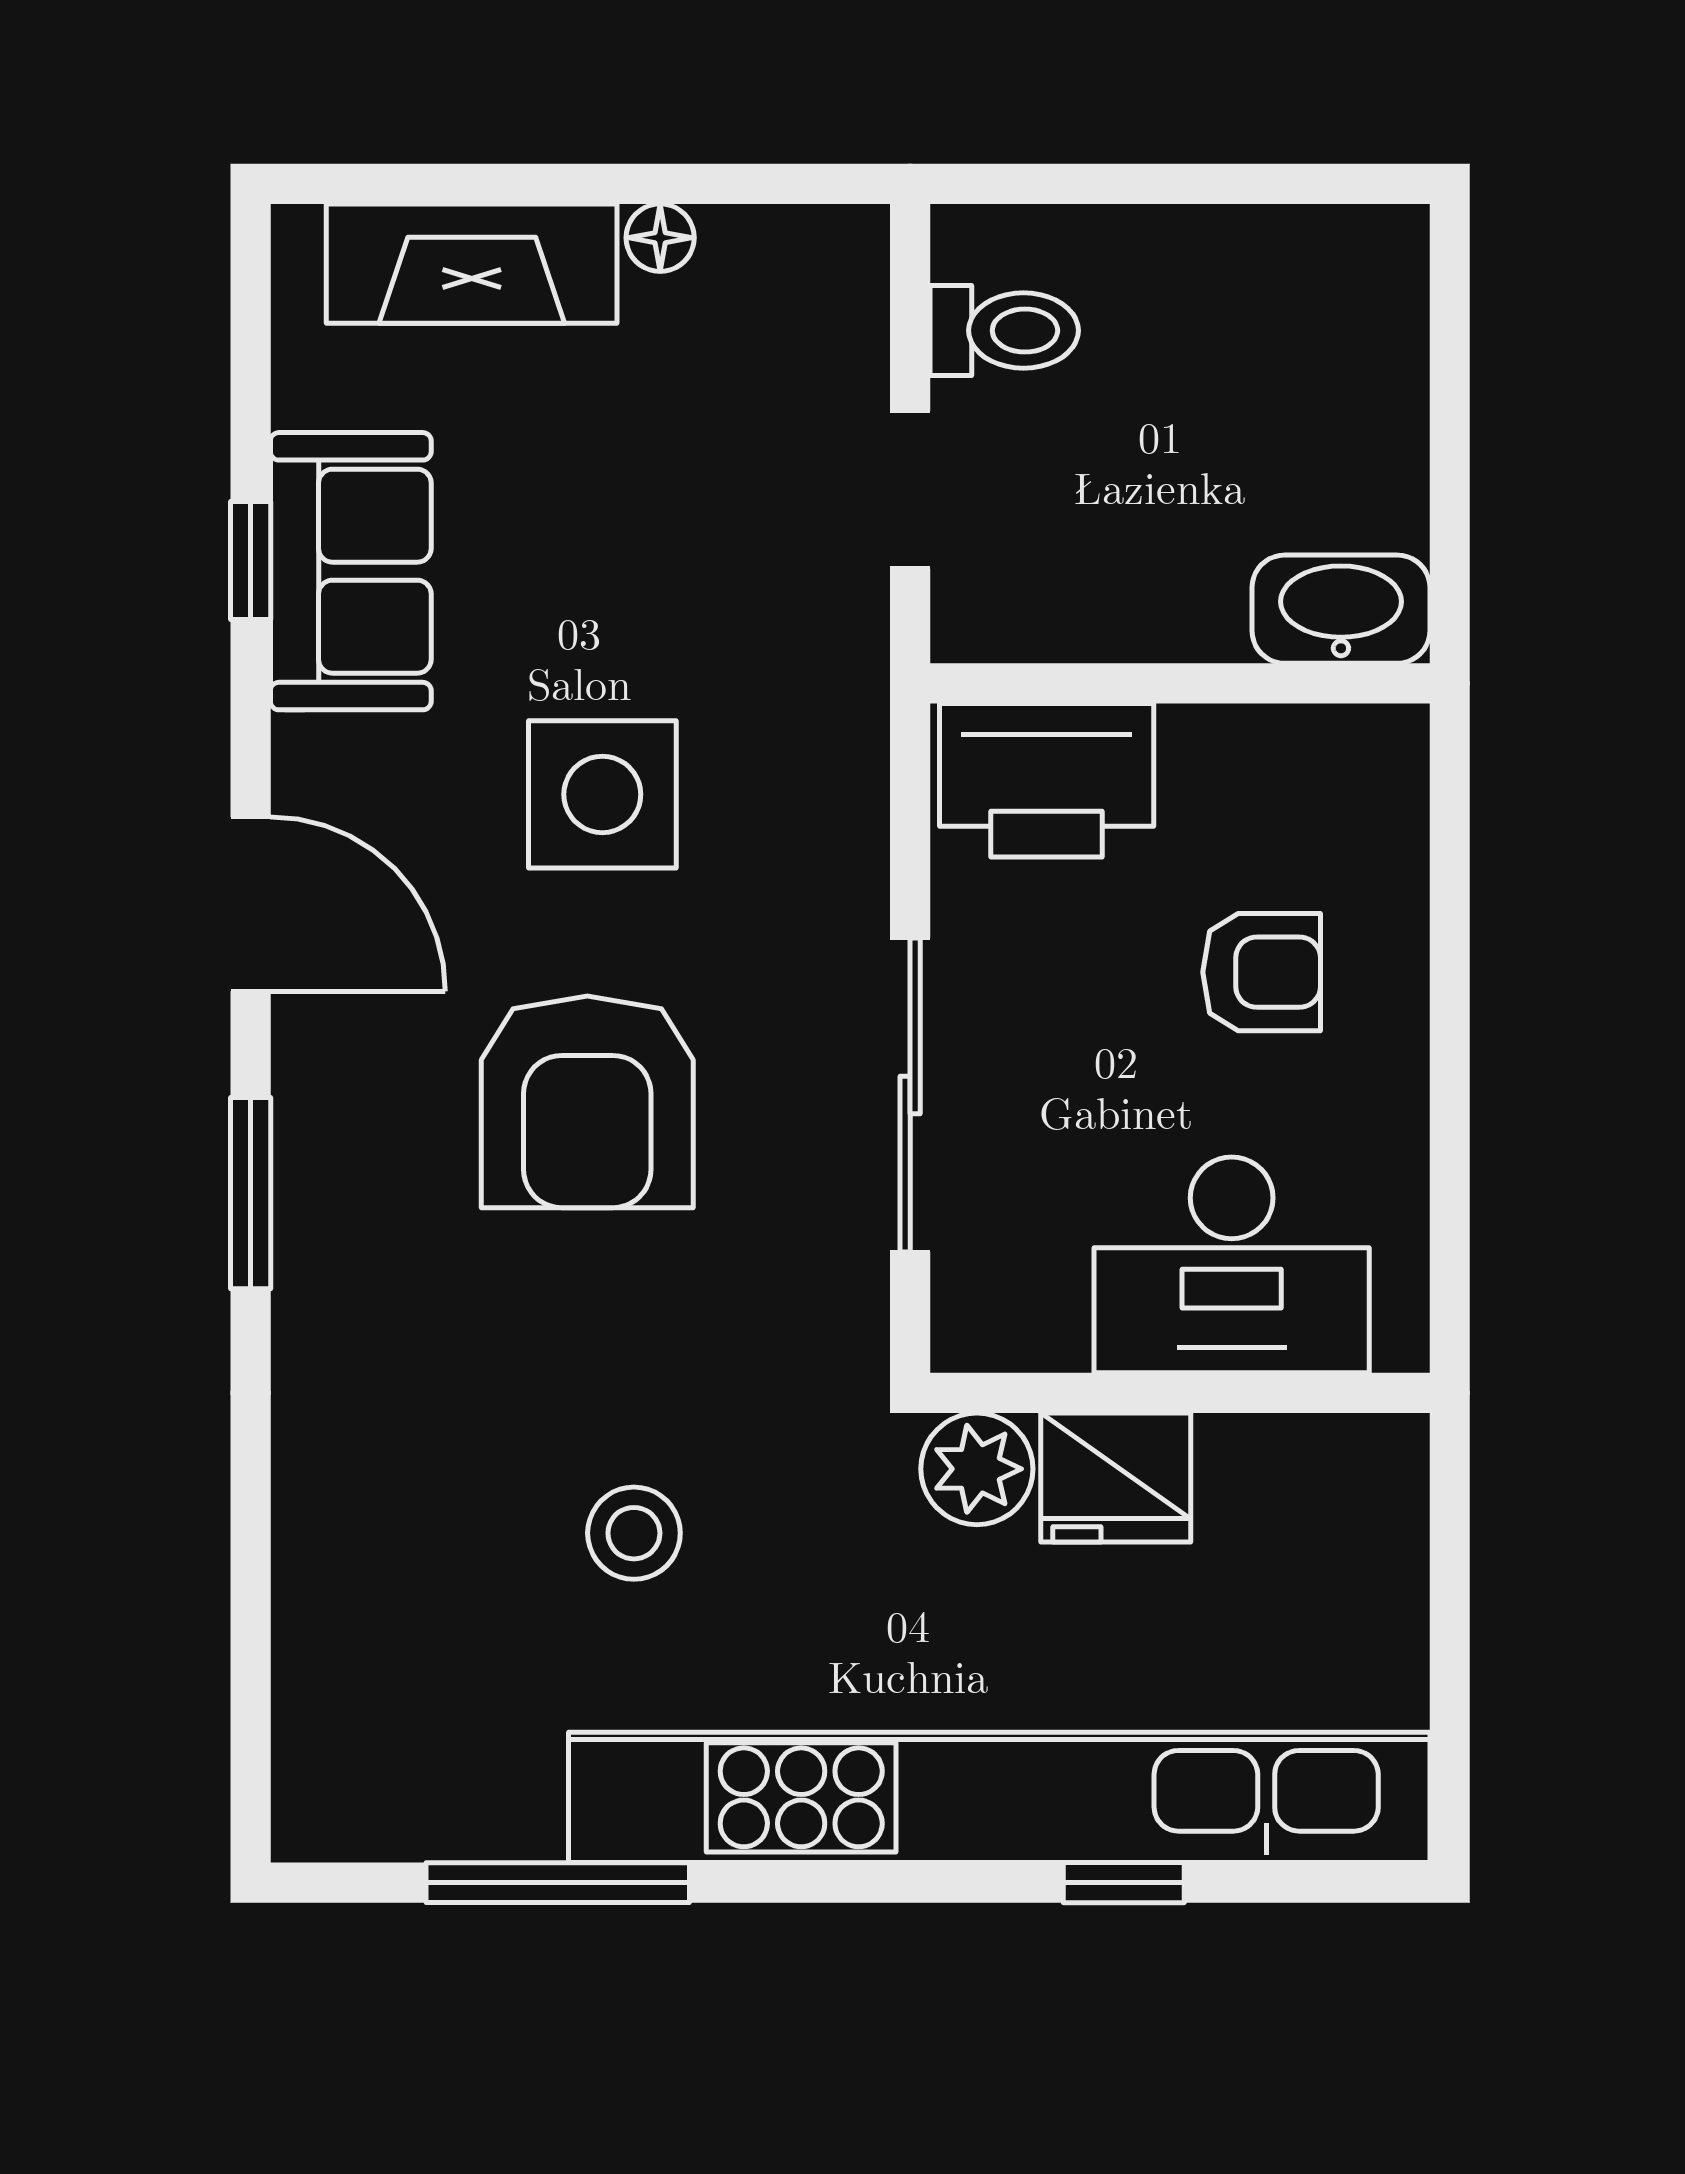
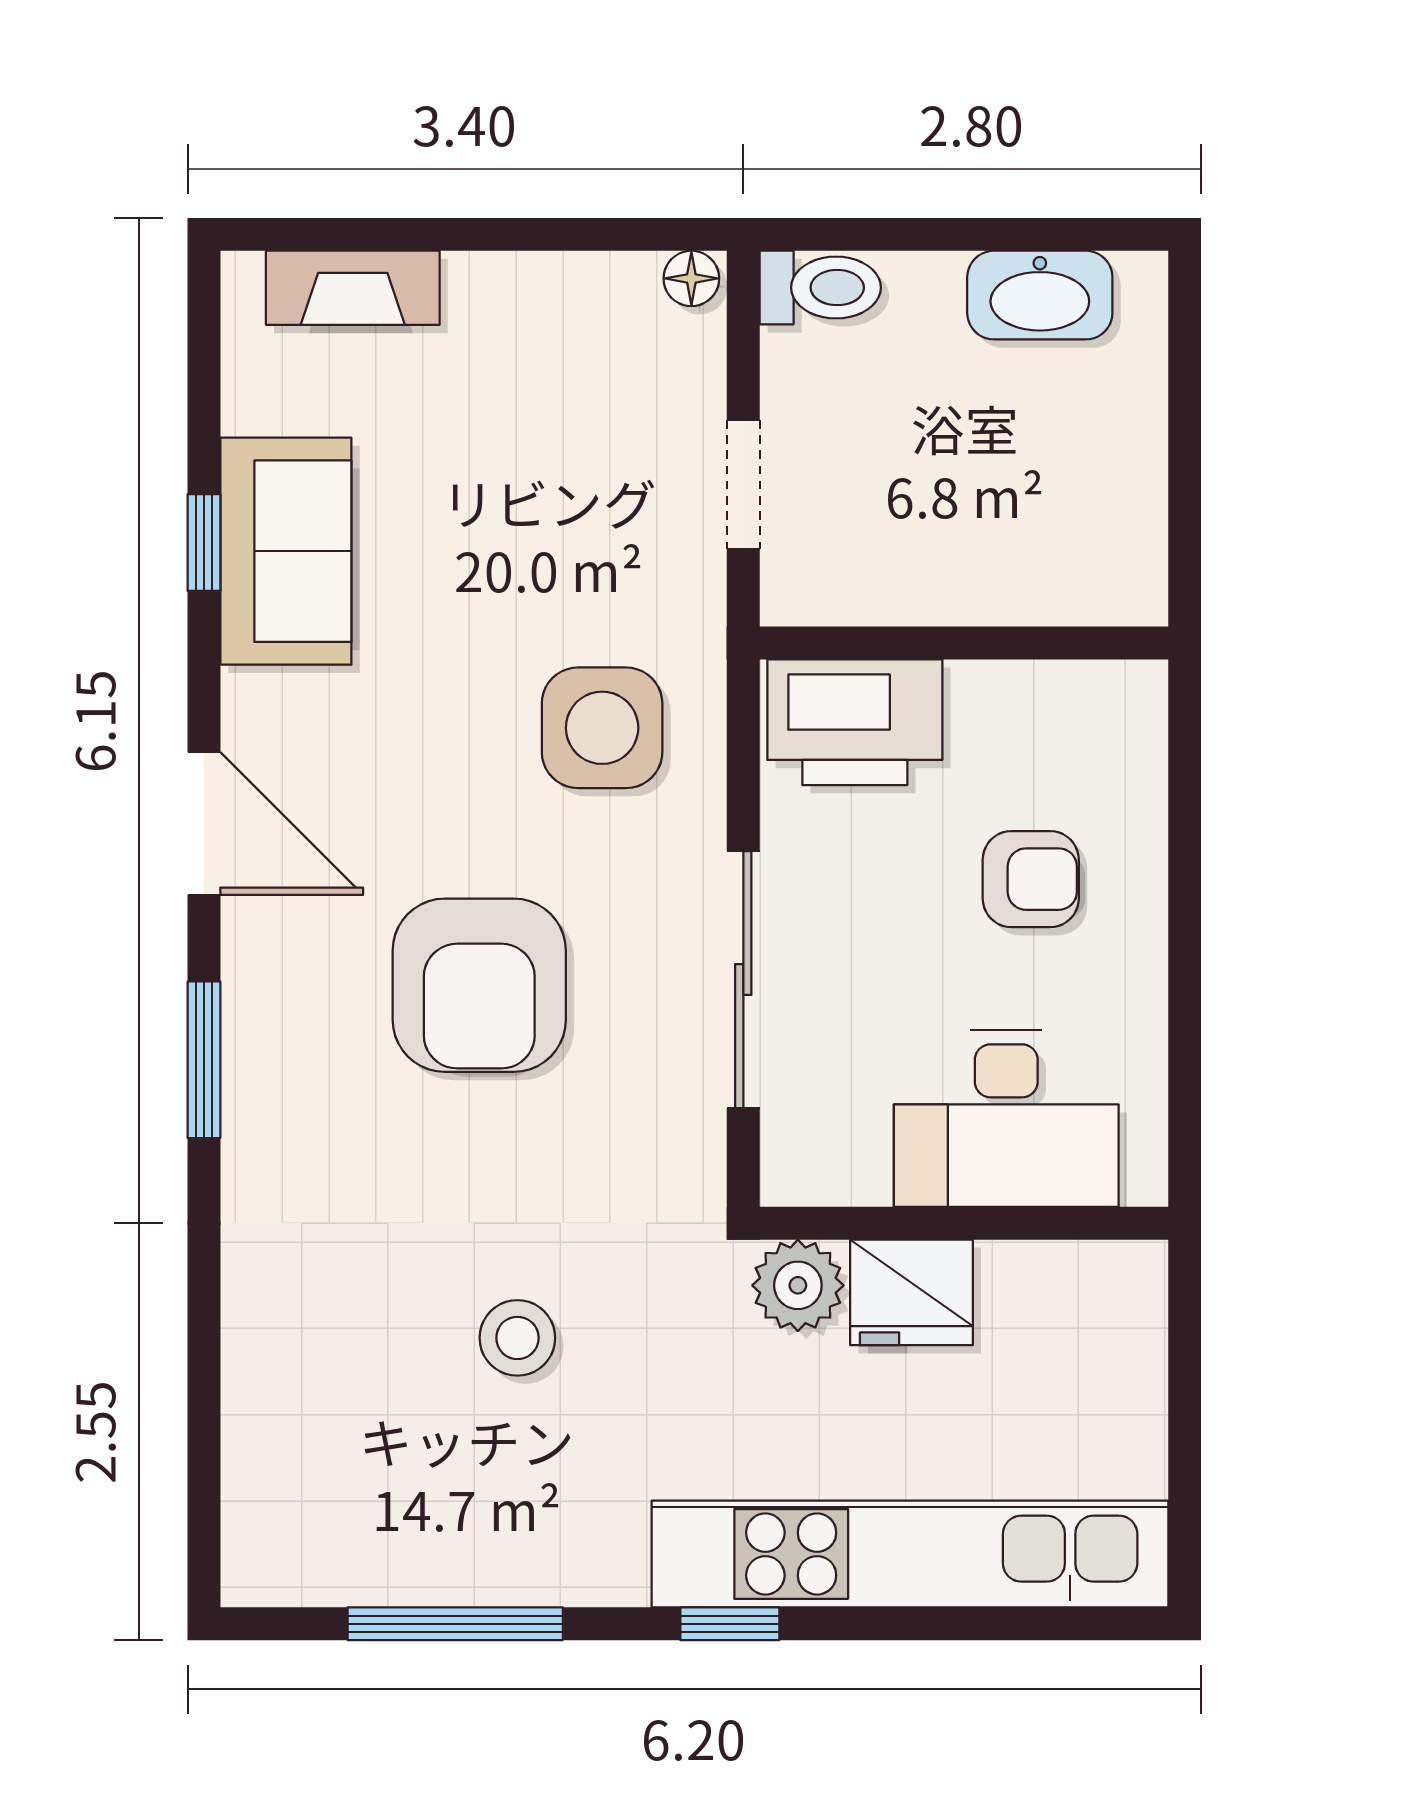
floor lamp: (660, 238) -> (691, 278), moved
fireplace: (472, 264) -> (353, 288), width x0.73, depth x0.76
toilet: (1004, 331) -> (820, 288), moved
washbasin: (1341, 609) -> (1040, 295), moved, turned 180
side table: (602, 794) -> (602, 728), moved
kitchen unit: (999, 1797) -> (910, 1554), width x0.73
window: (1124, 1883) -> (730, 1624), moved

